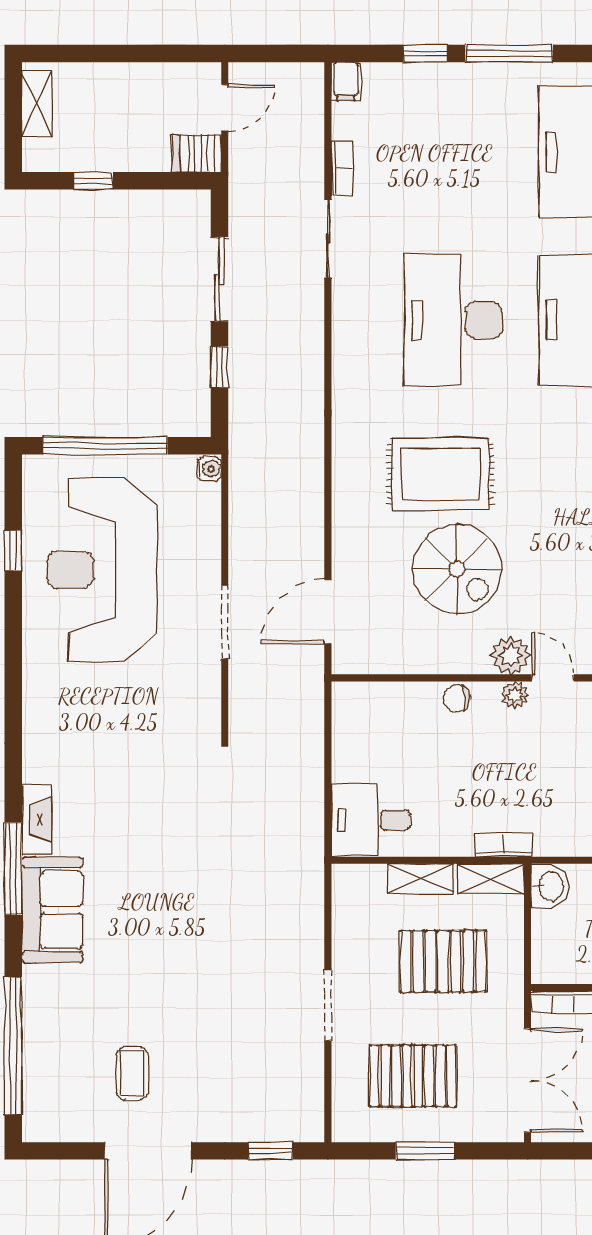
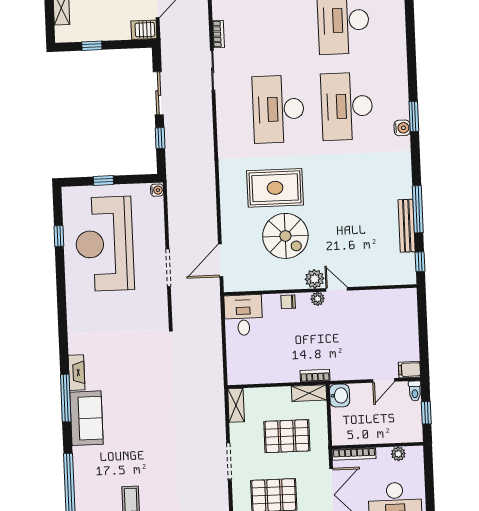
window: (105, 446) -> (103, 181), width x0.32
desk: (371, 820) -> (243, 315), moved, turned 90
shelving: (421, 879) -> (236, 405), moved, turned 90

